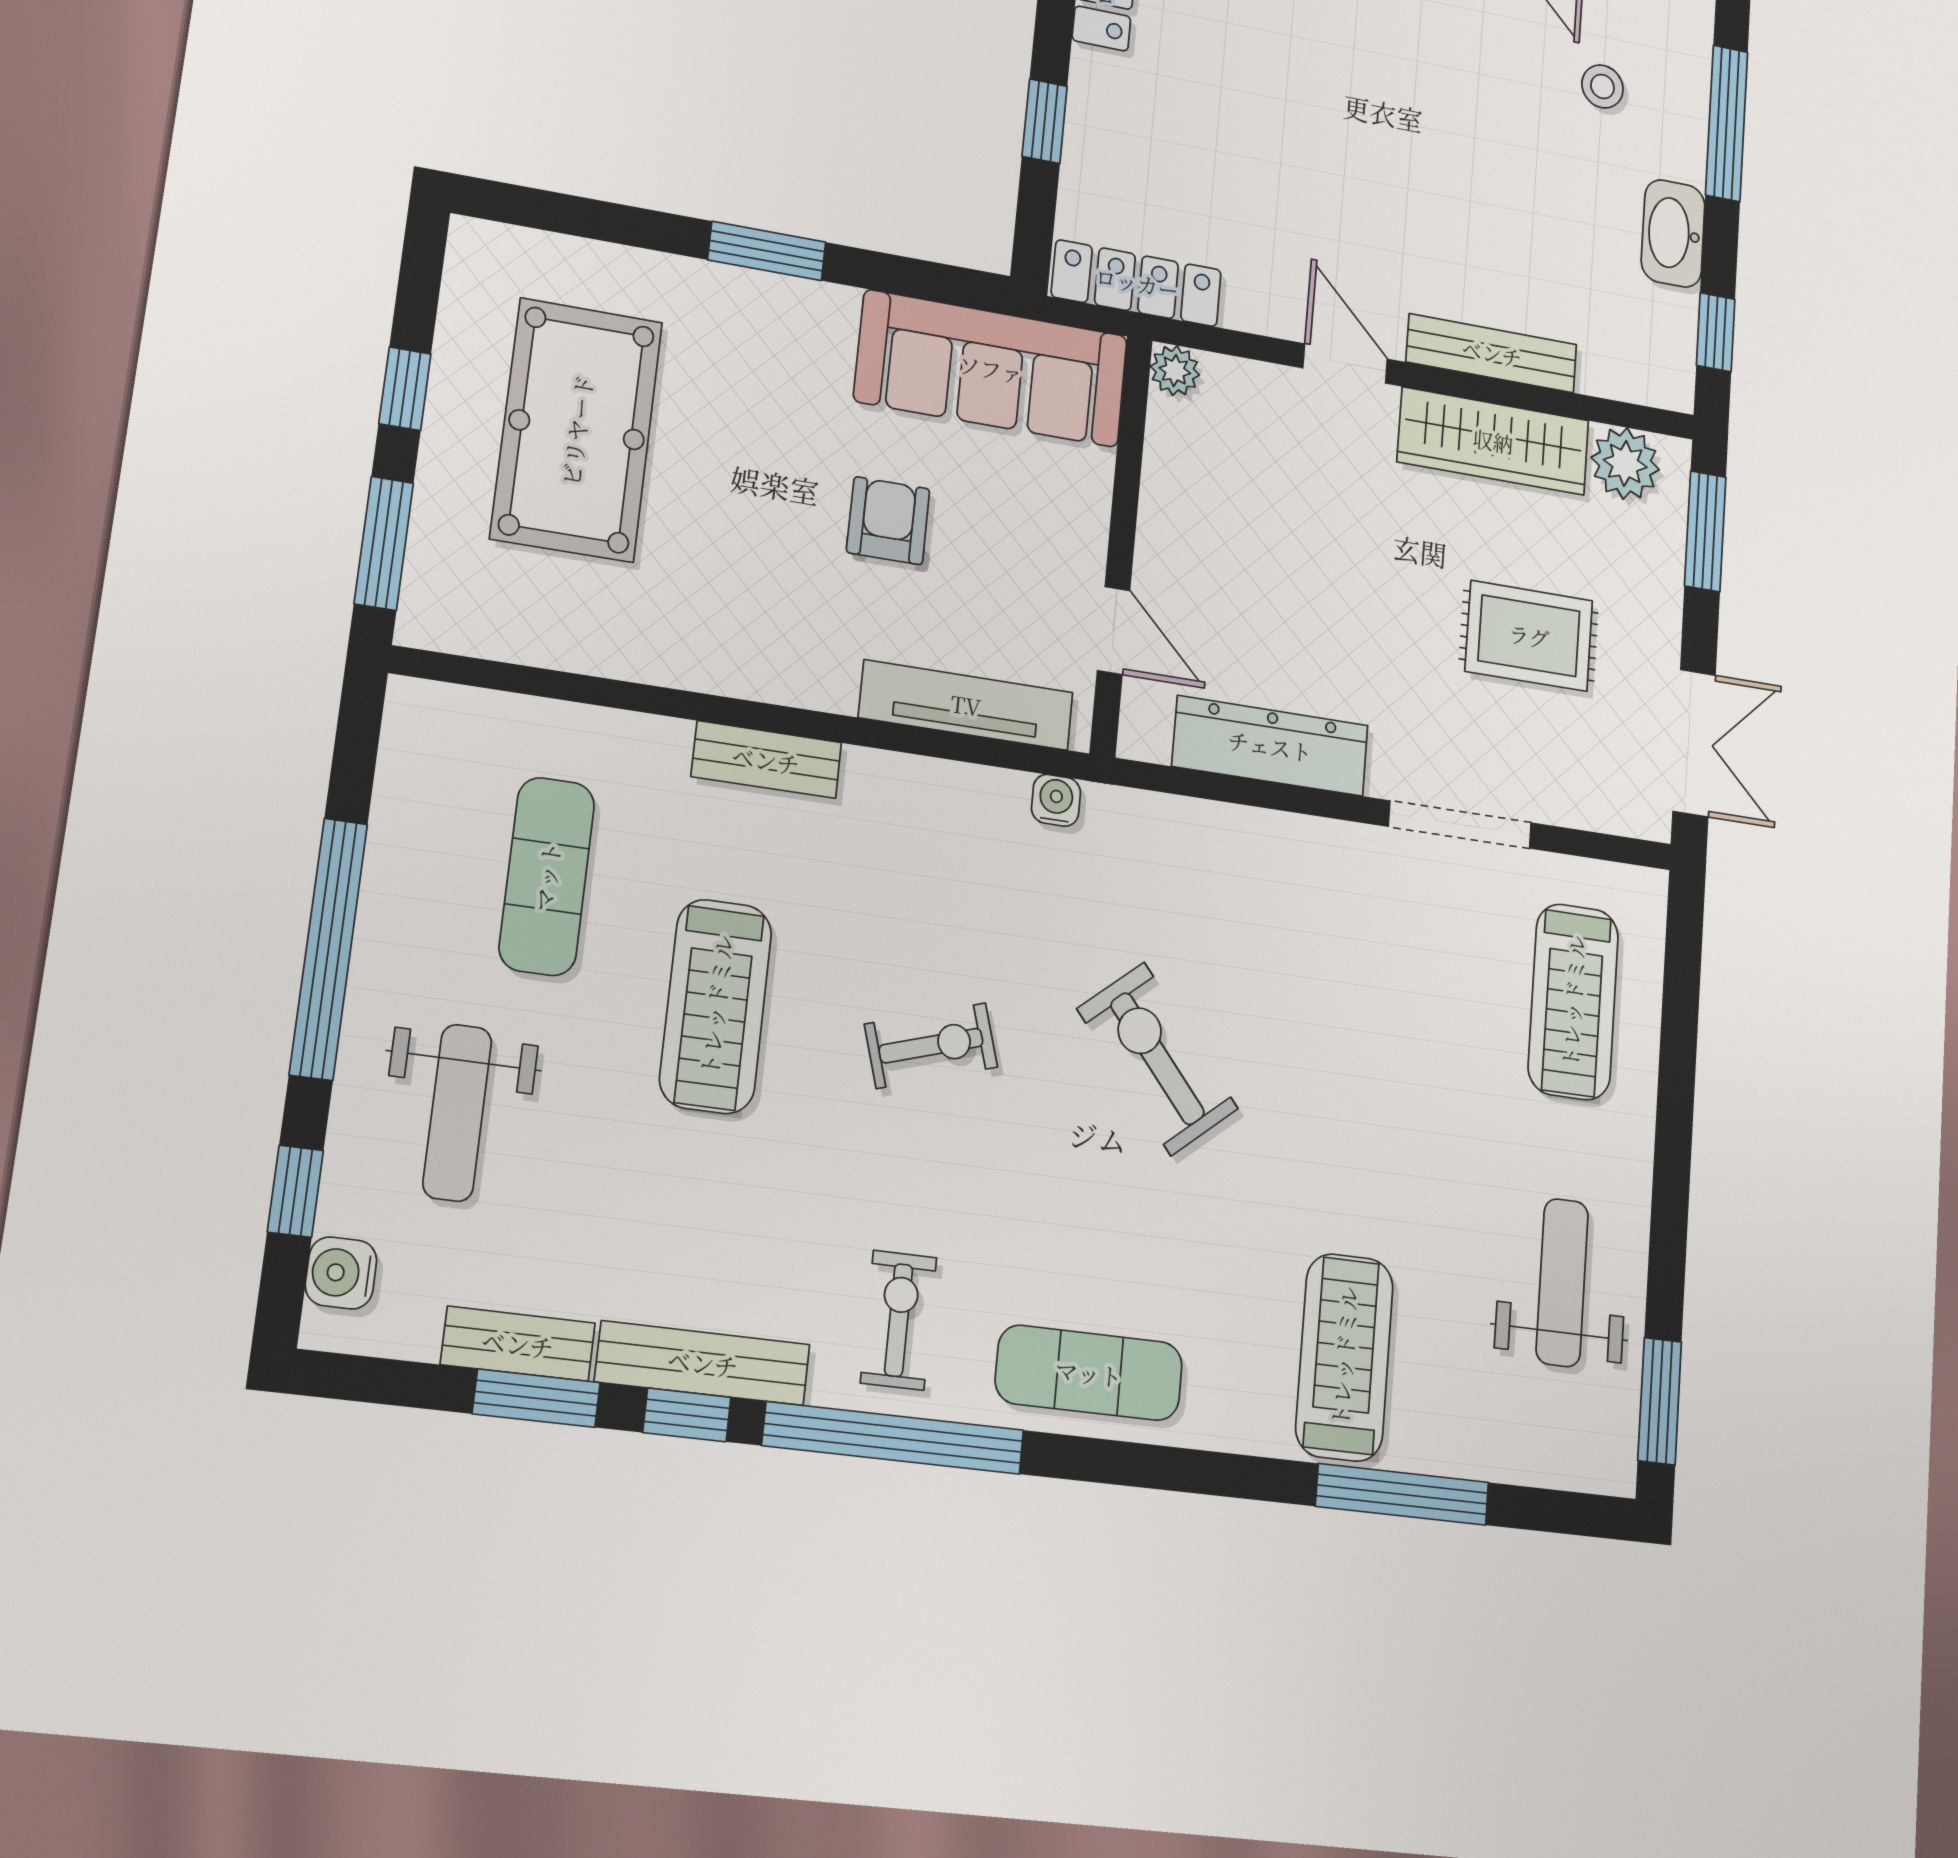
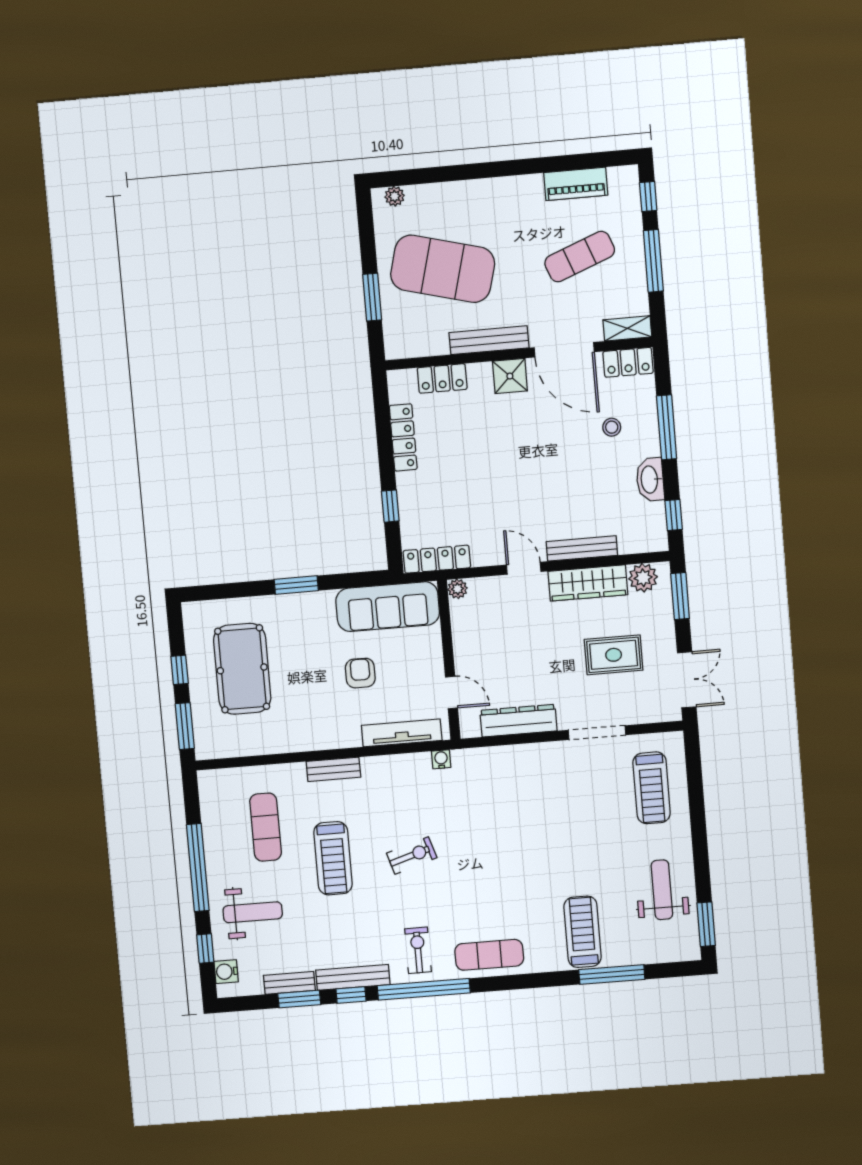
exercise bike: (1157, 1059) -> (495, 842), removed
weight bench: (457, 1113) -> (253, 912), turned -90

